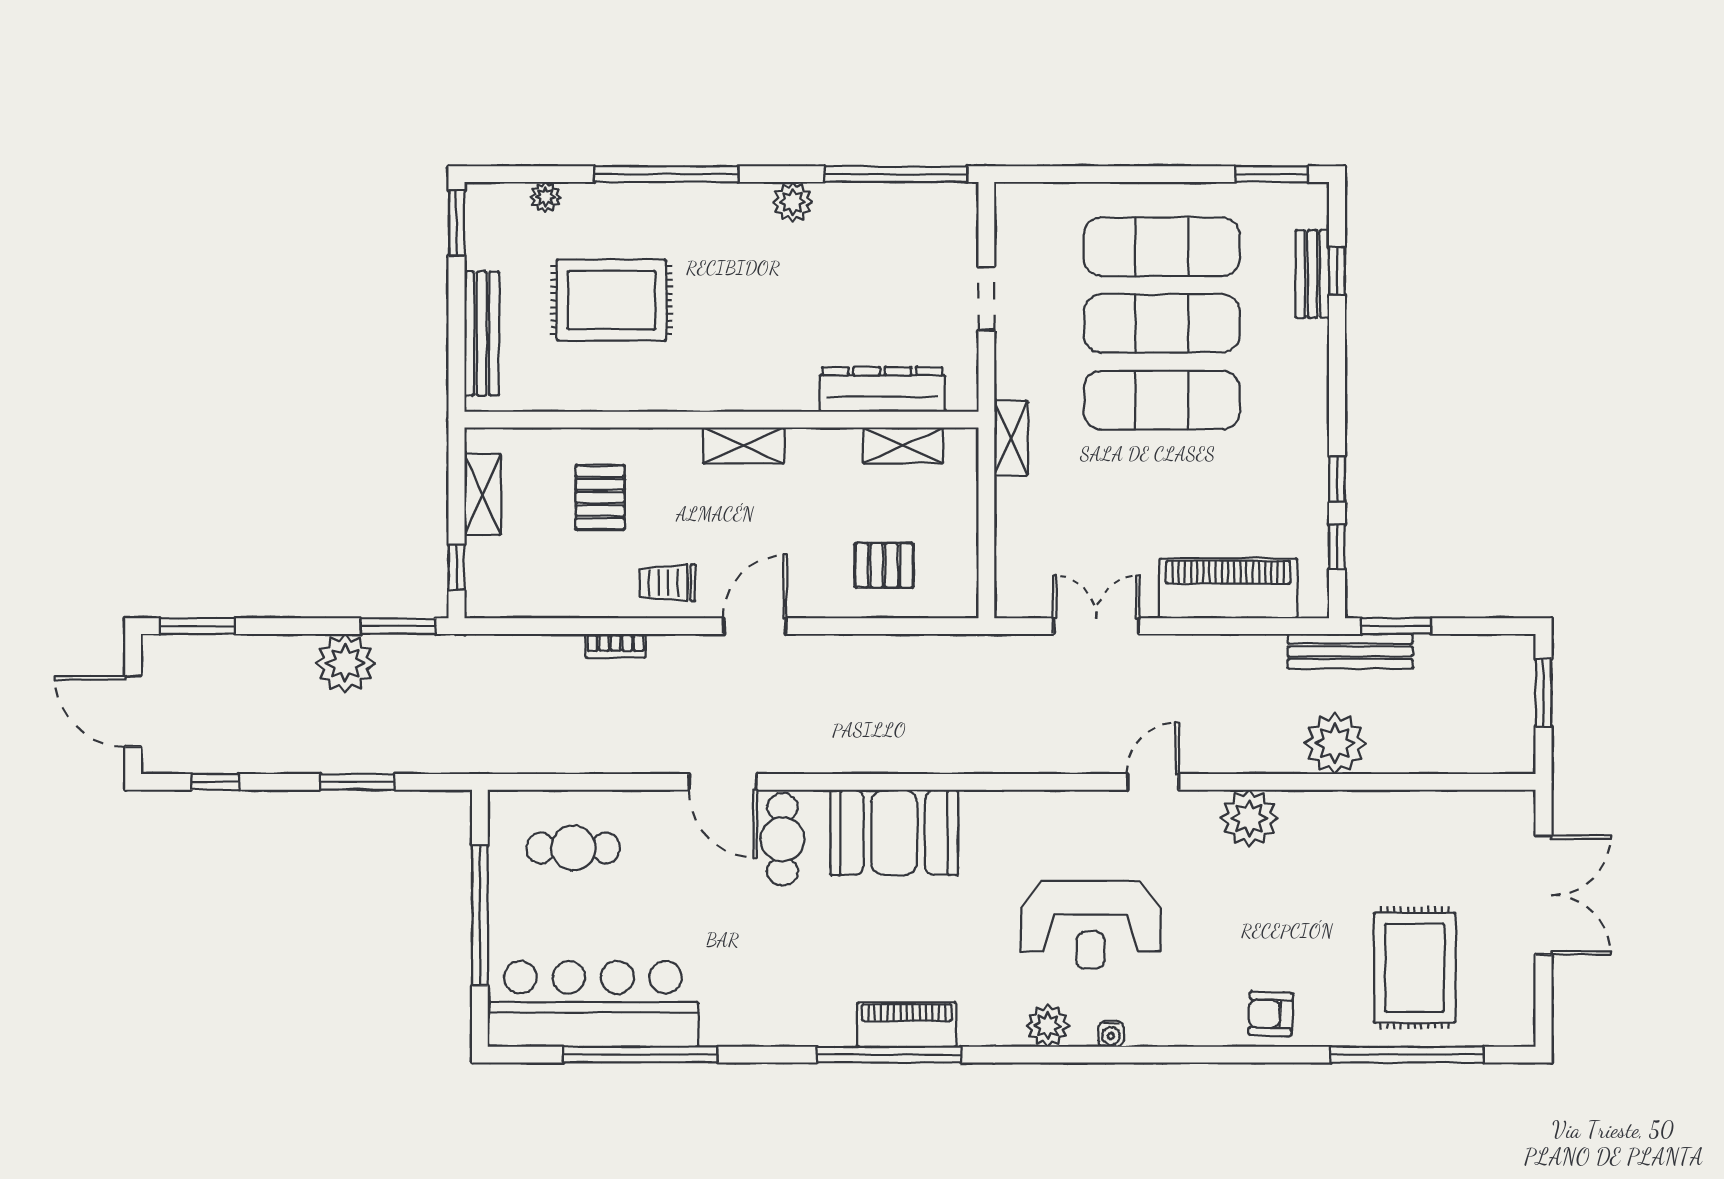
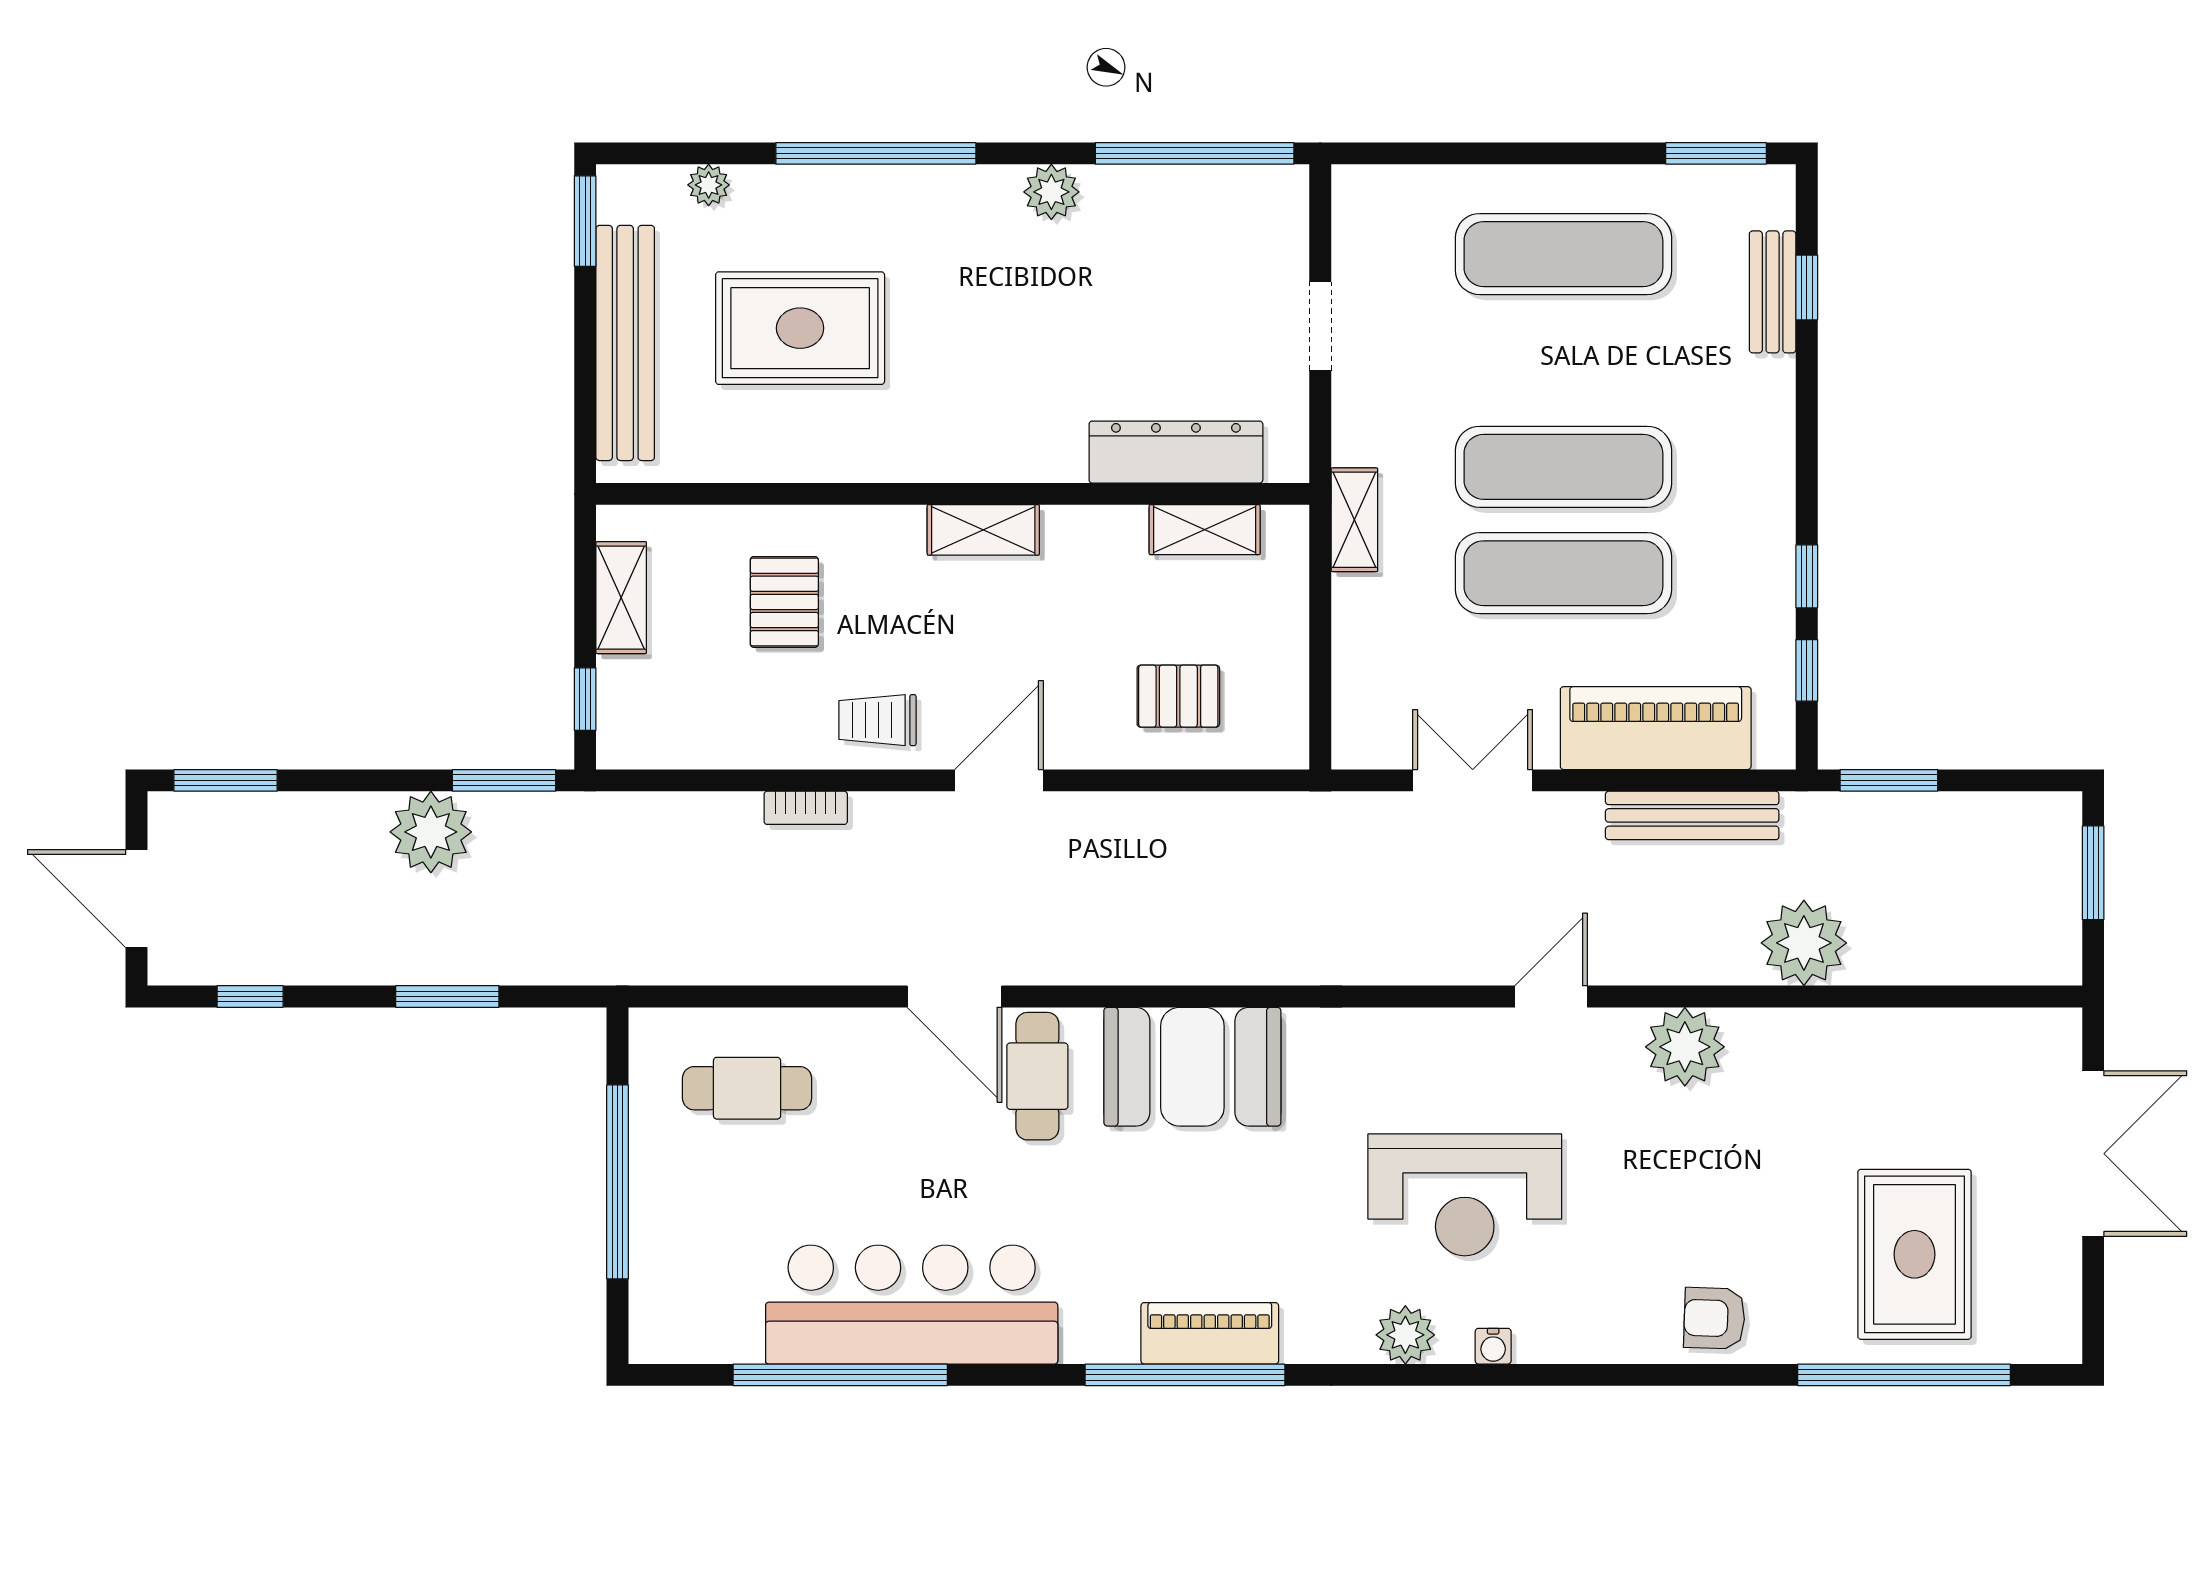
exercise mat: (1162, 323) -> (1563, 573), moved
bench: (482, 334) -> (625, 343), width x1.37, depth x1.21
bench: (1350, 651) -> (1692, 815), moved
bar counter: (593, 1004) -> (912, 1305), moved

